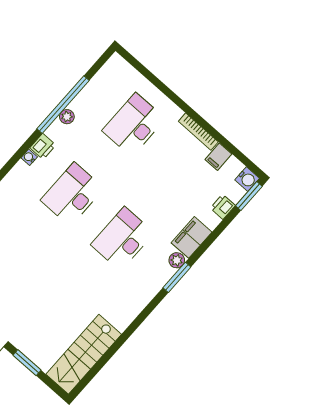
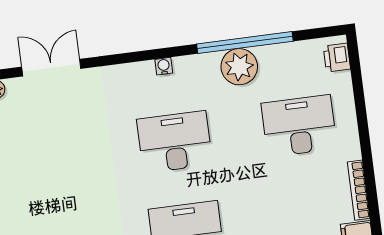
plant: (67, 117) -> (239, 67), width x1.87, depth x1.87
printer: (43, 146) -> (337, 58), moved, turned 90

